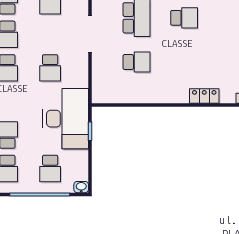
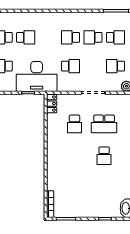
school desk: (50, 68) -> (71, 66), turned 180
locker: (204, 96) -> (52, 104), moved

